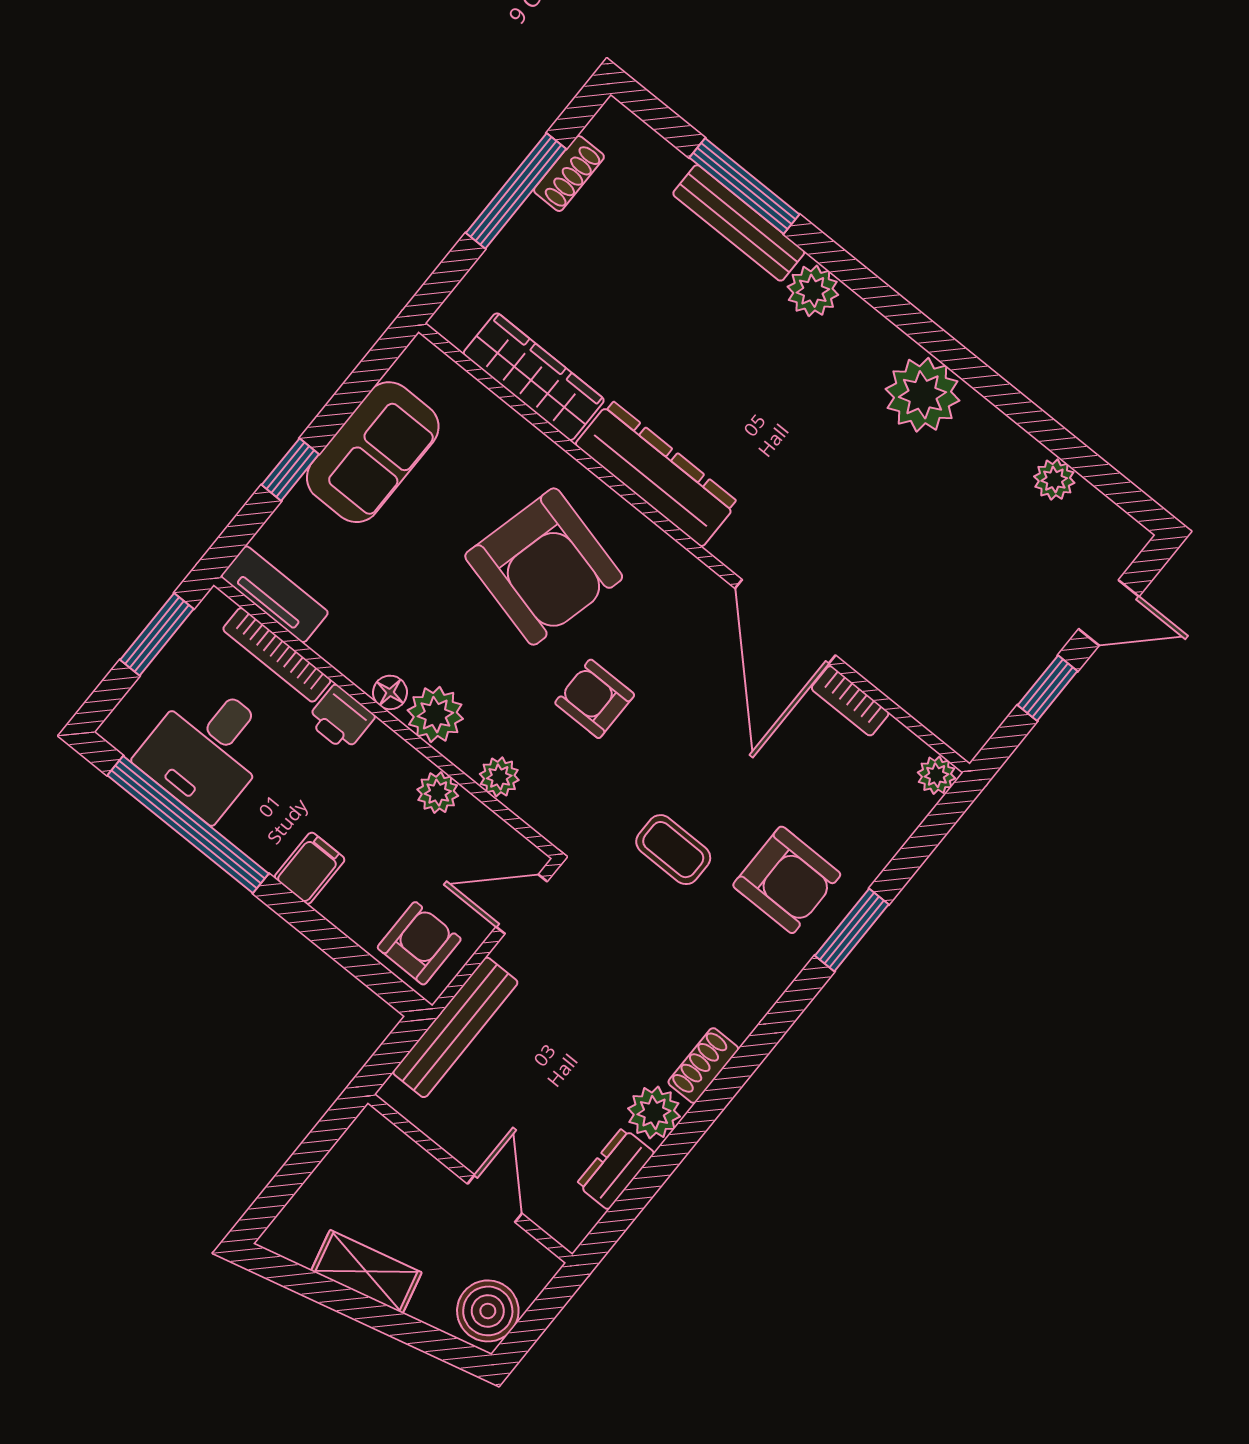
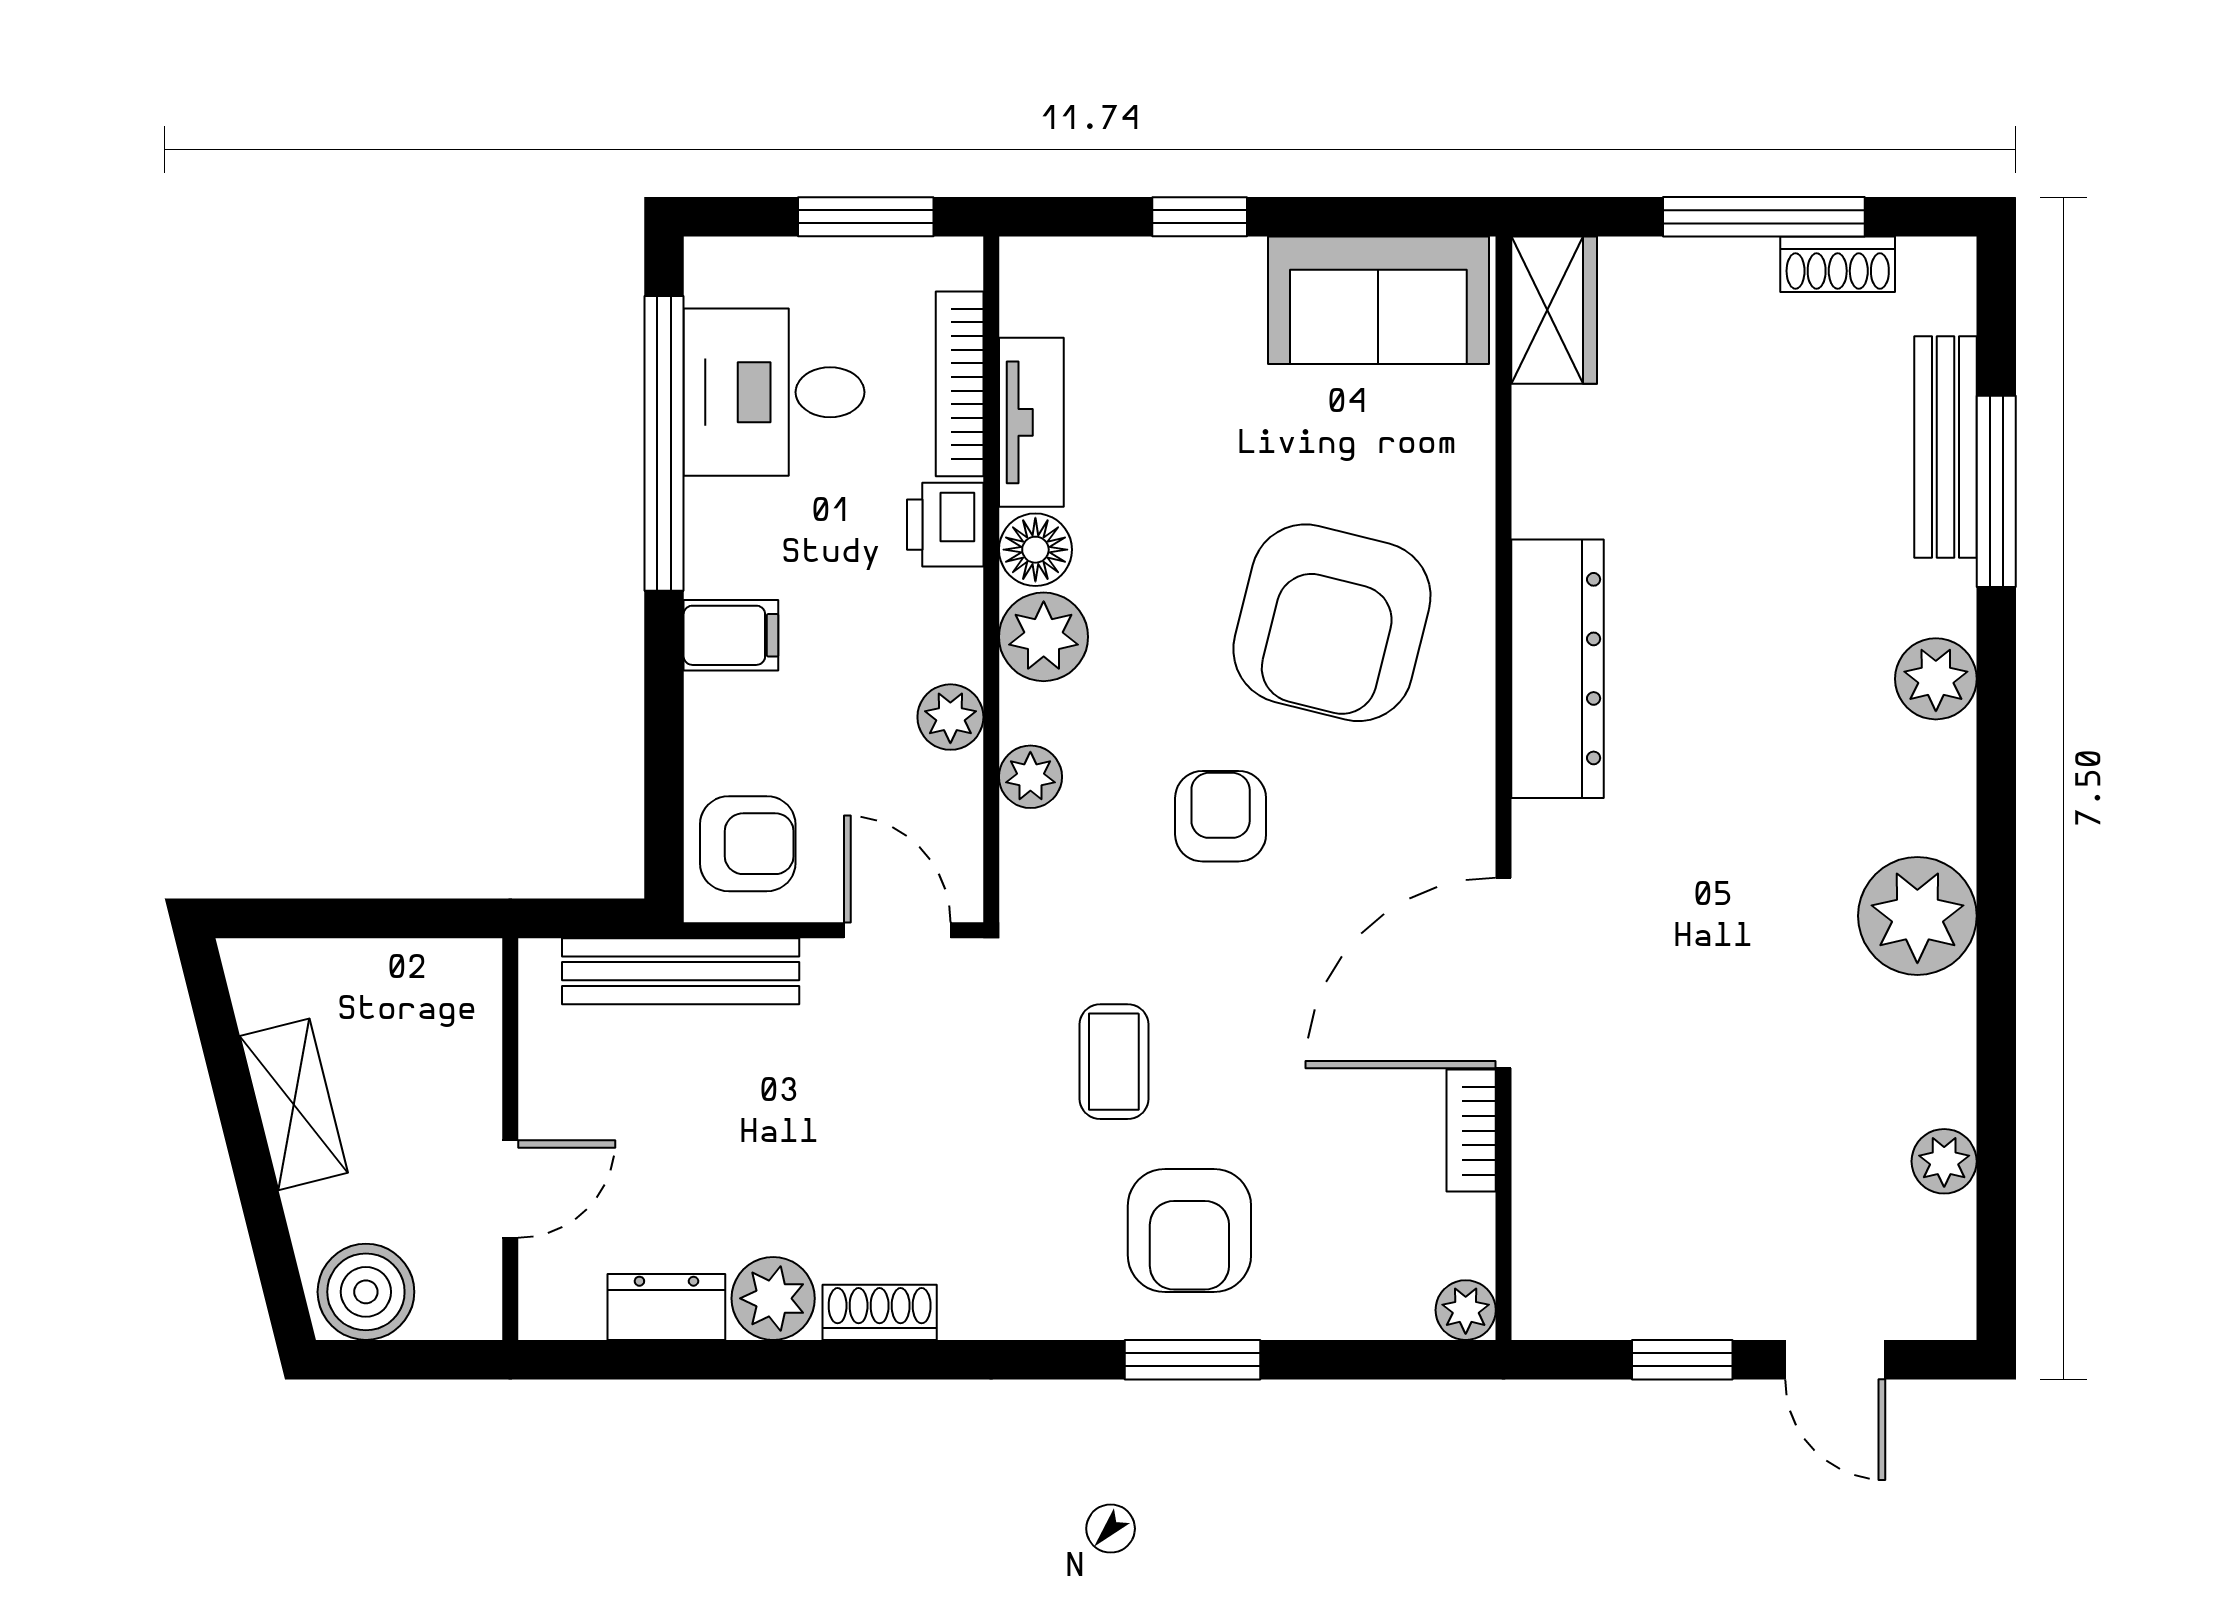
bench: (739, 223) -> (1945, 447), moved
wardrobe: (534, 377) -> (1554, 310), moved, width x0.67
sofa: (373, 452) -> (1378, 300), moved
tv unit: (275, 594) -> (1031, 422), moved
floor lamp: (390, 692) -> (1035, 550), width x1.37, depth x1.37

